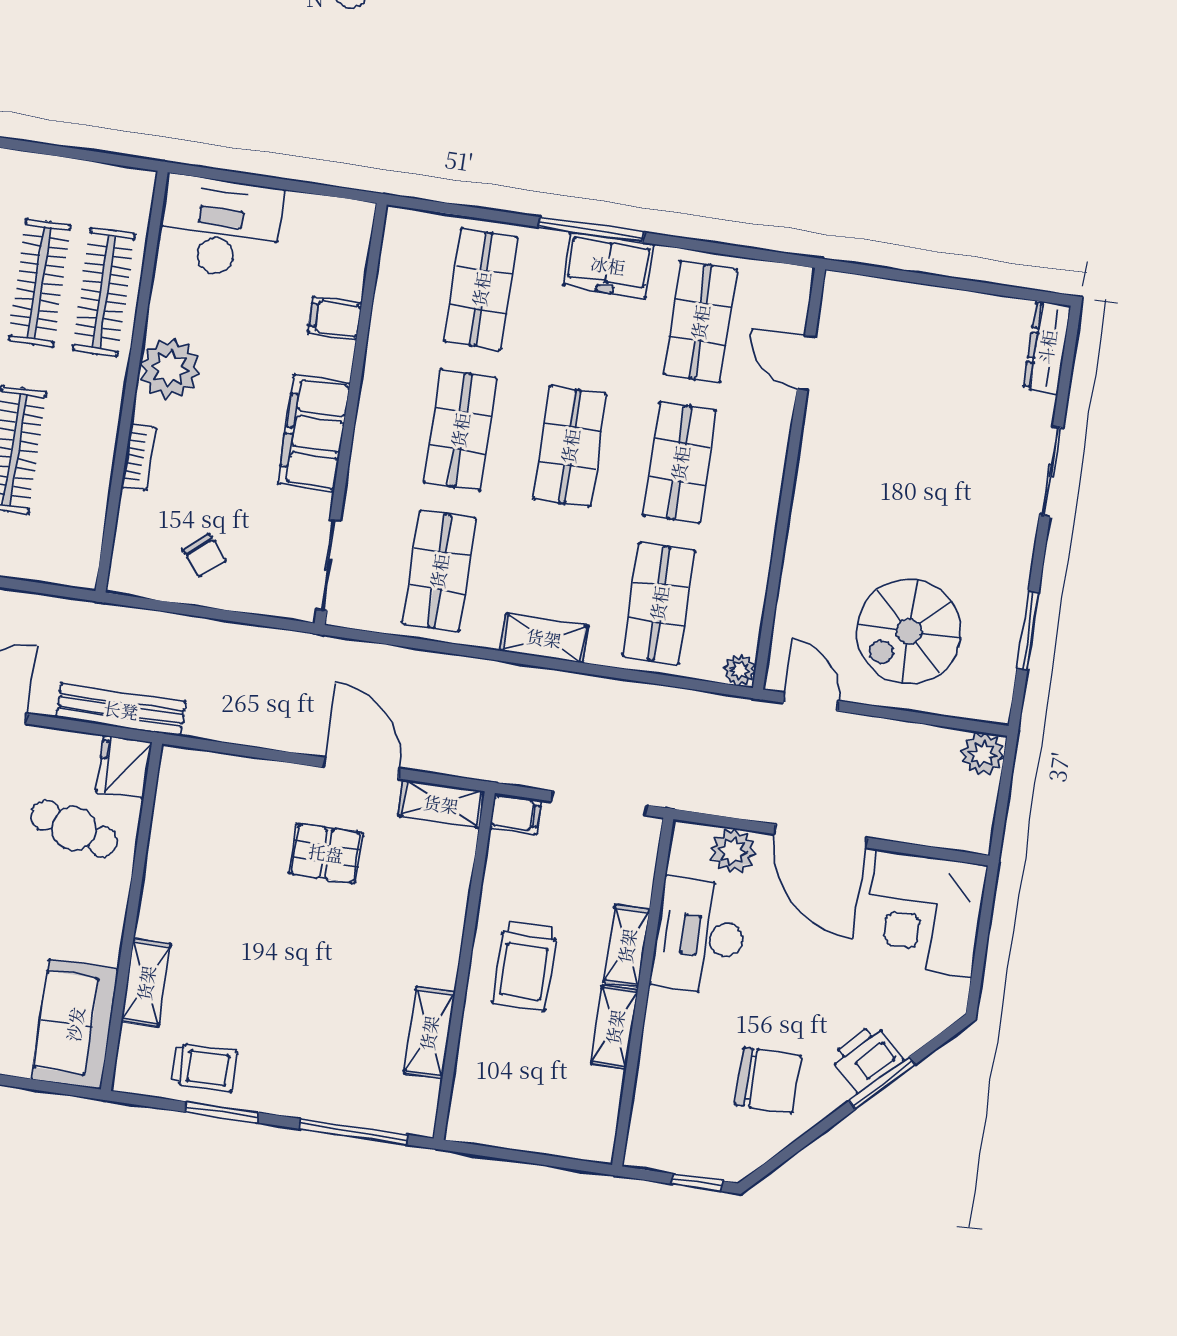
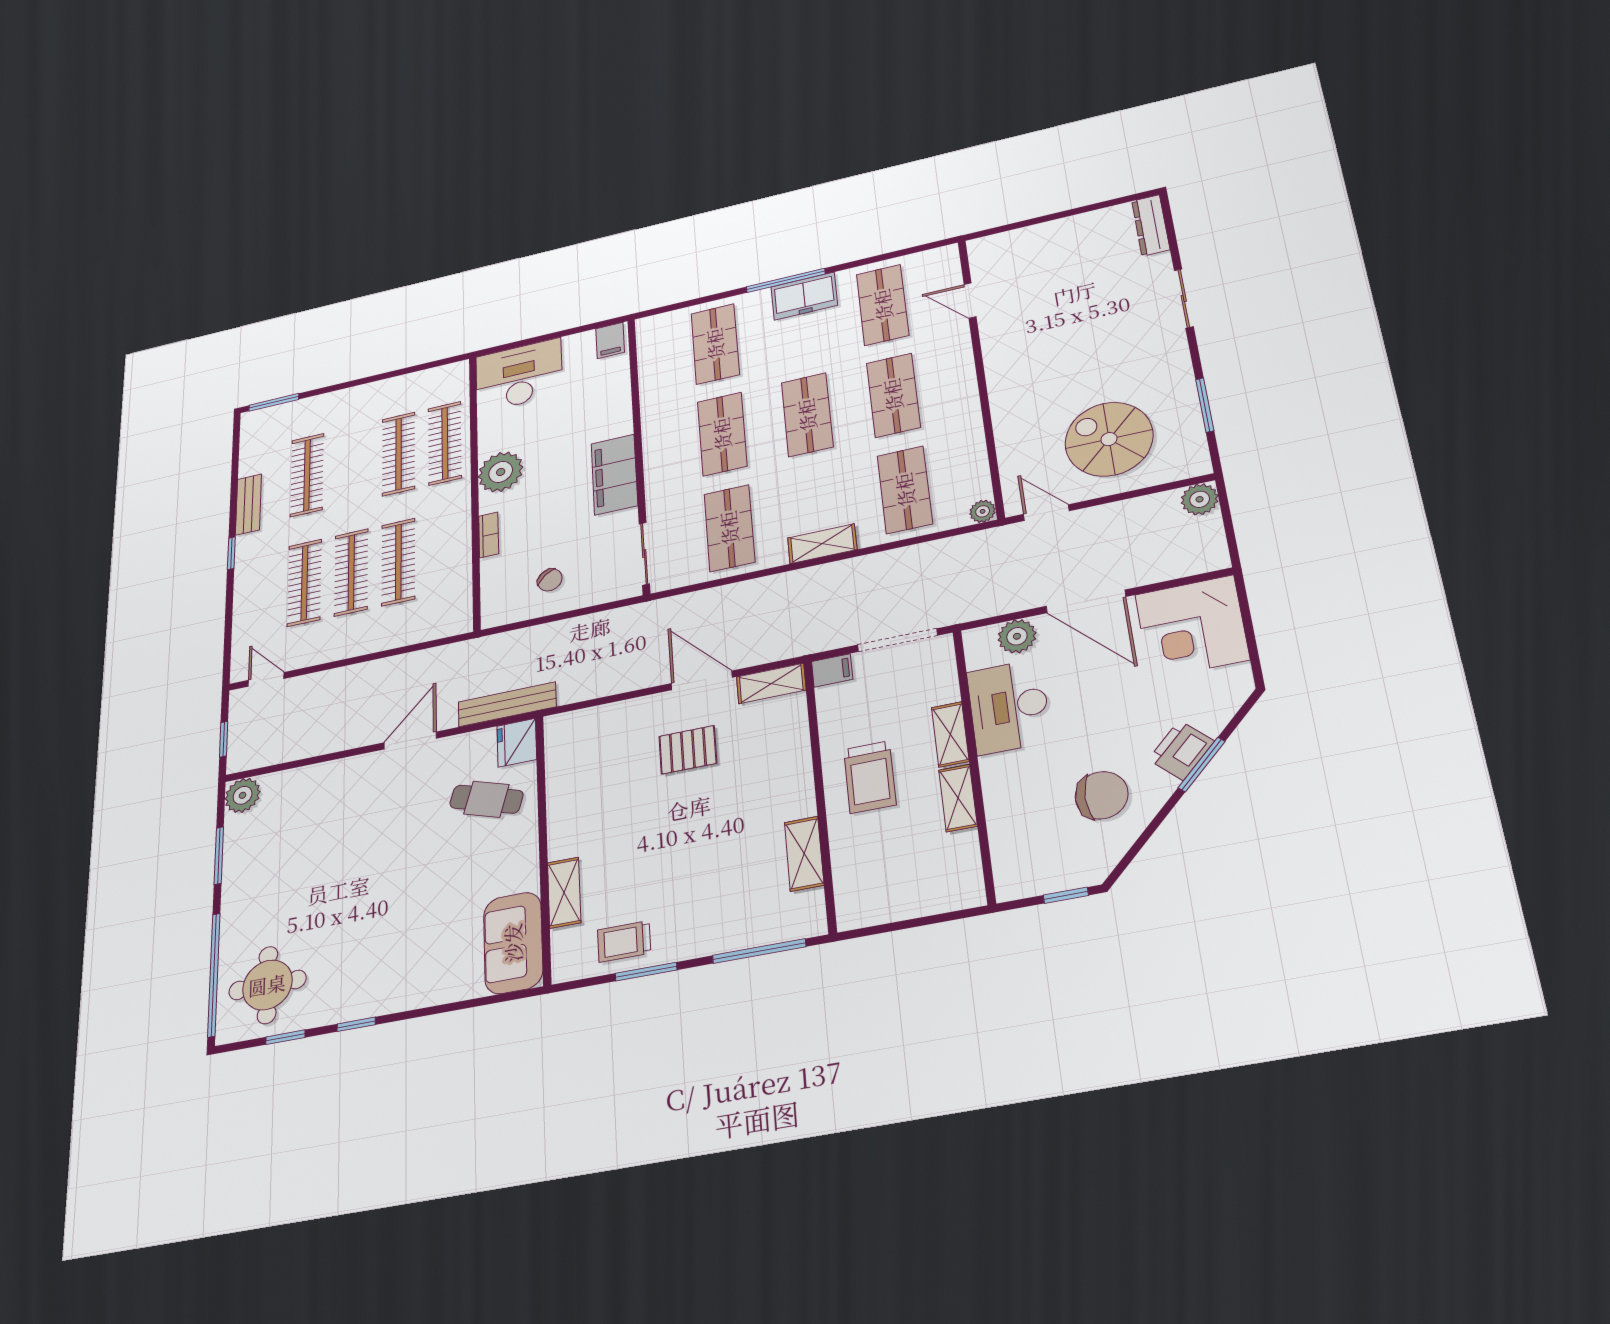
filing cabinet: (335, 318) -> (610, 340), moved, turned -90
spiral stairs: (909, 632) -> (1109, 439), turned 90
trolley: (204, 1067) -> (624, 941), turned 180

